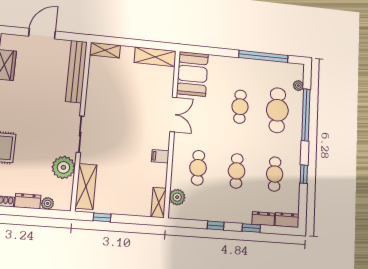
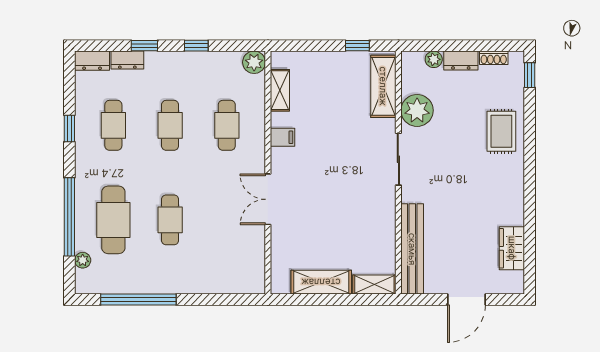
shelving: (155, 57) -> (321, 282), moved
booth: (192, 74) -> (244, 262), removed
plant: (177, 197) -> (254, 62), moved
shelving: (159, 203) -> (280, 90), moved

